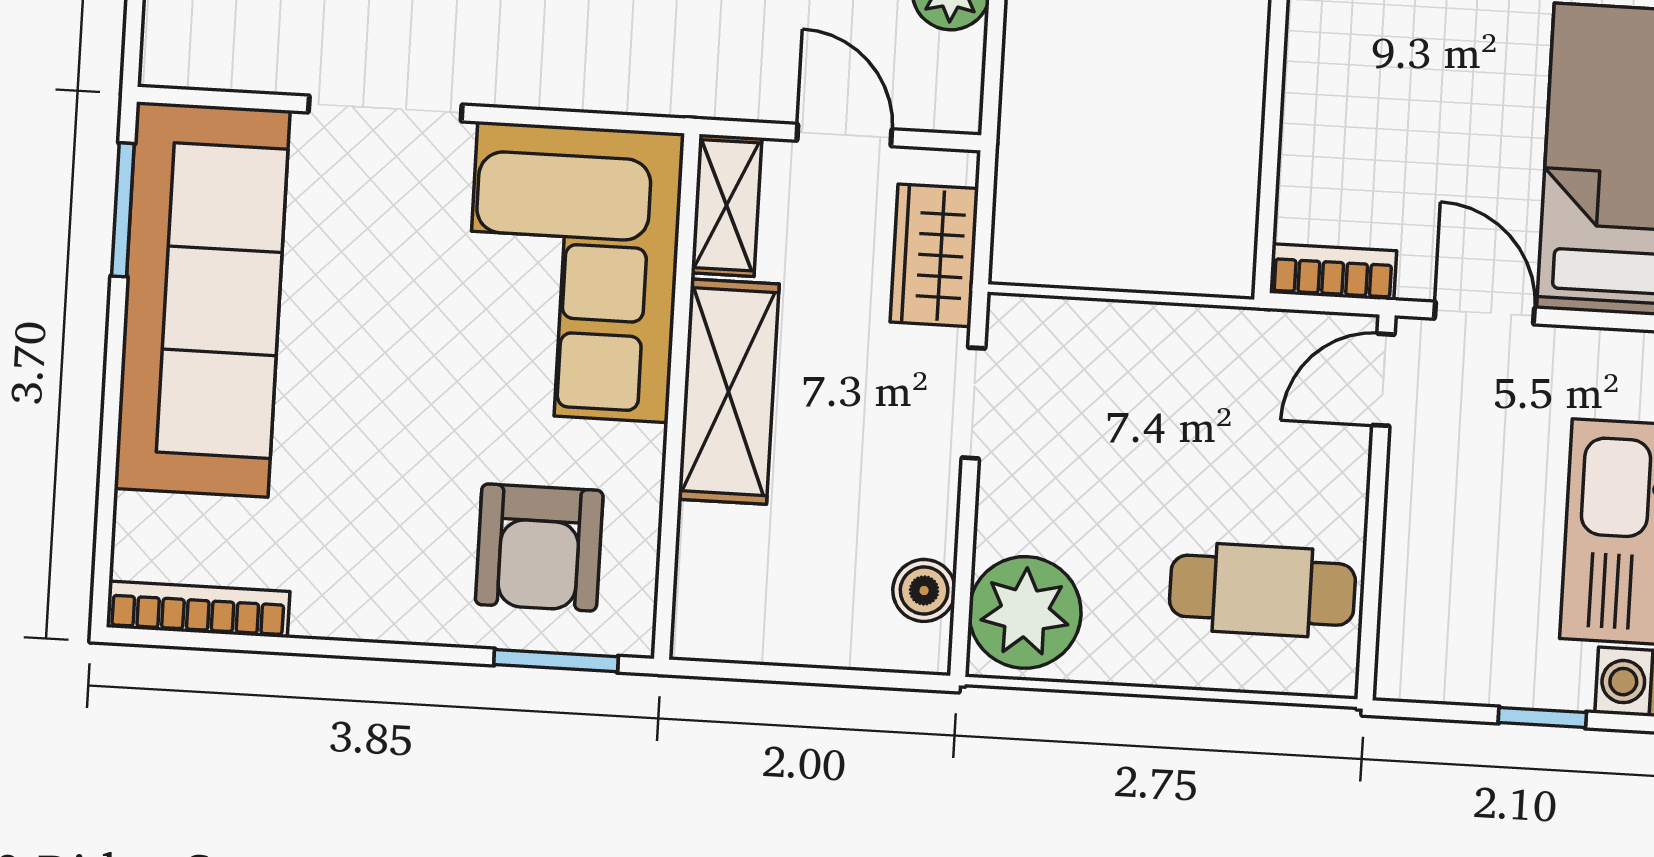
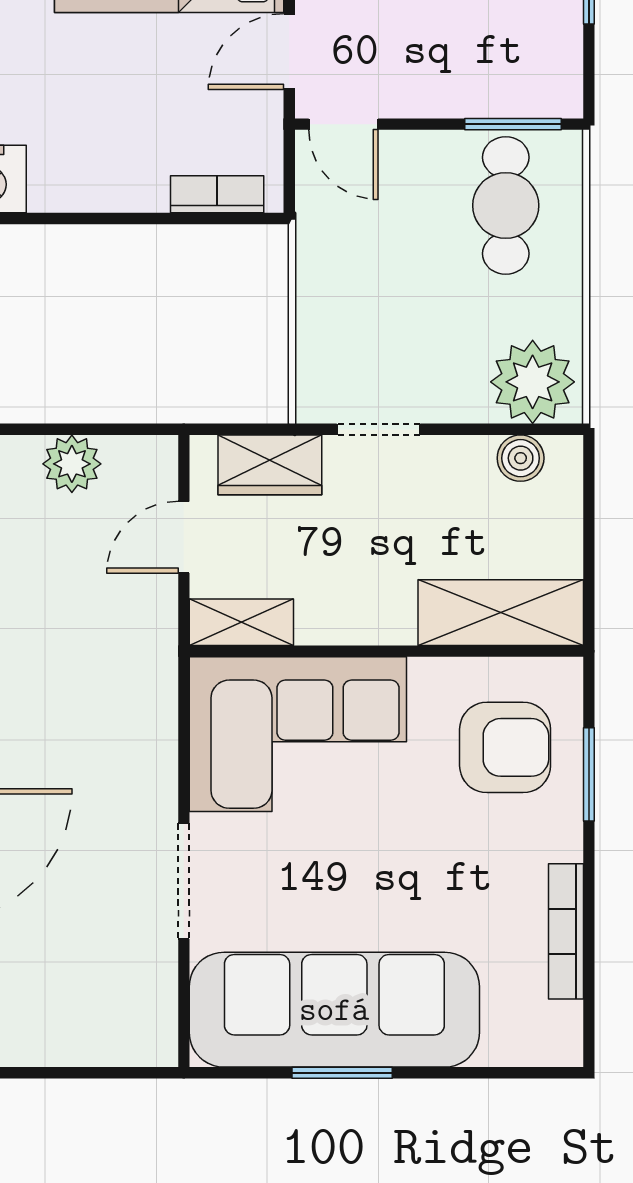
window: (123, 210) -> (342, 1073), moved
bookcase: (1333, 272) -> (217, 194), moved, turned 90
shelving: (729, 392) -> (501, 613), moved
window: (1370, 606) -> (513, 124), added
bookcase: (198, 609) -> (566, 931), moved
window: (556, 661) -> (589, 774), moved

